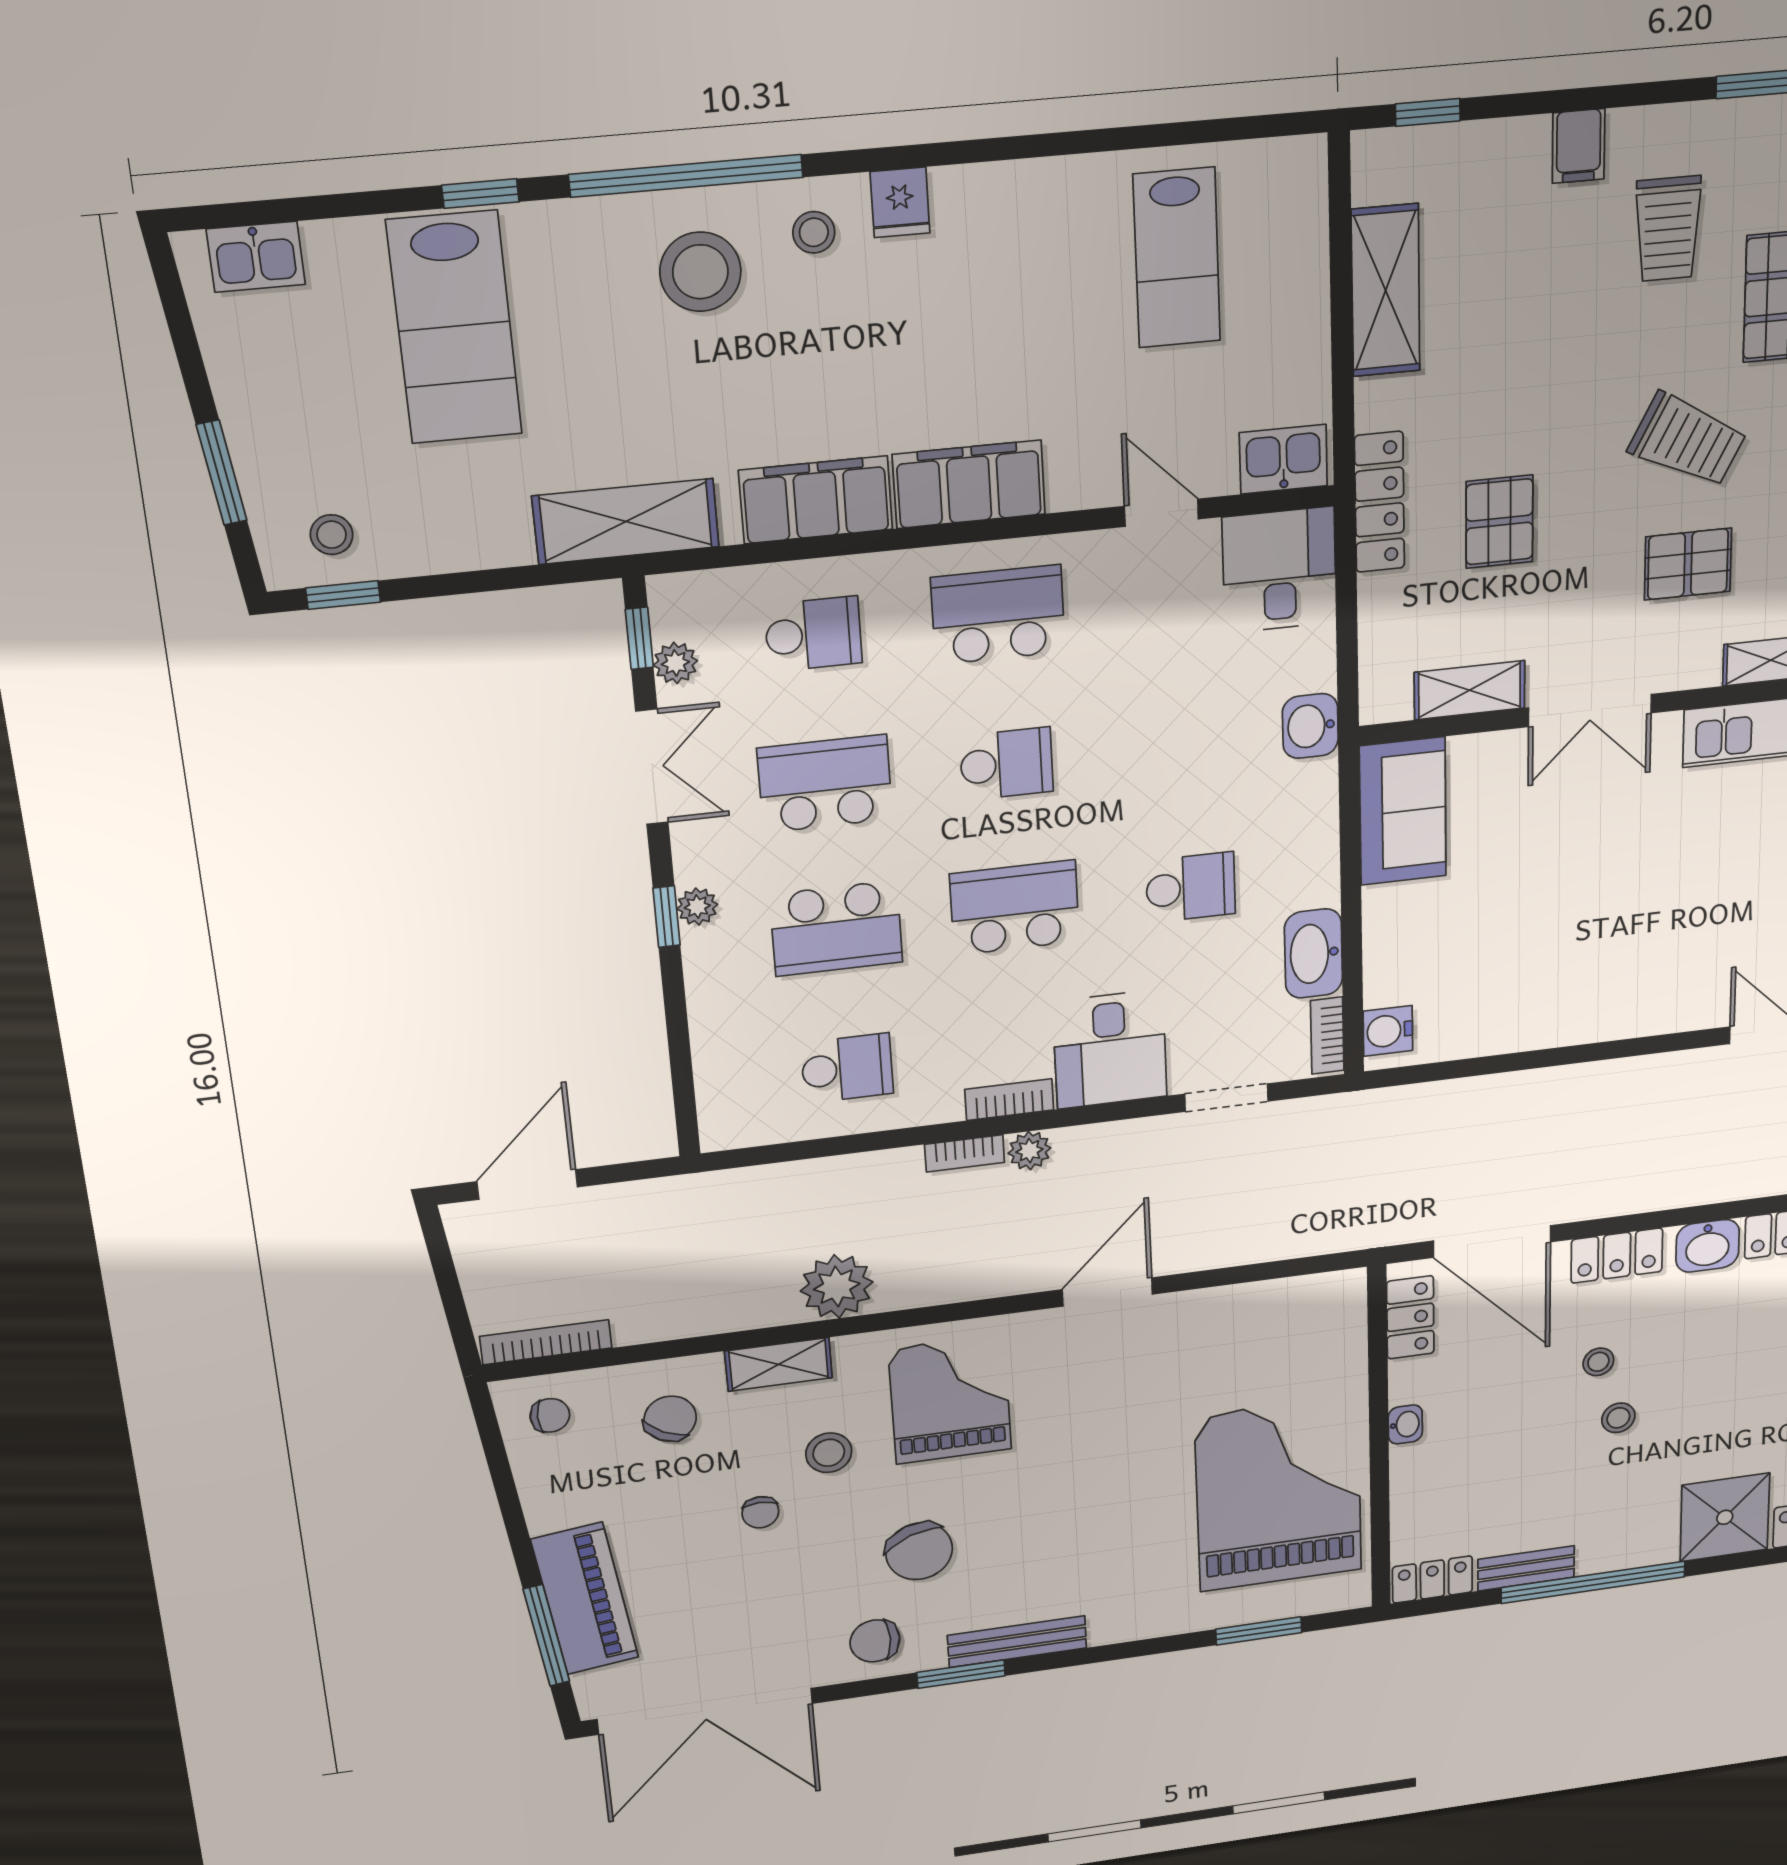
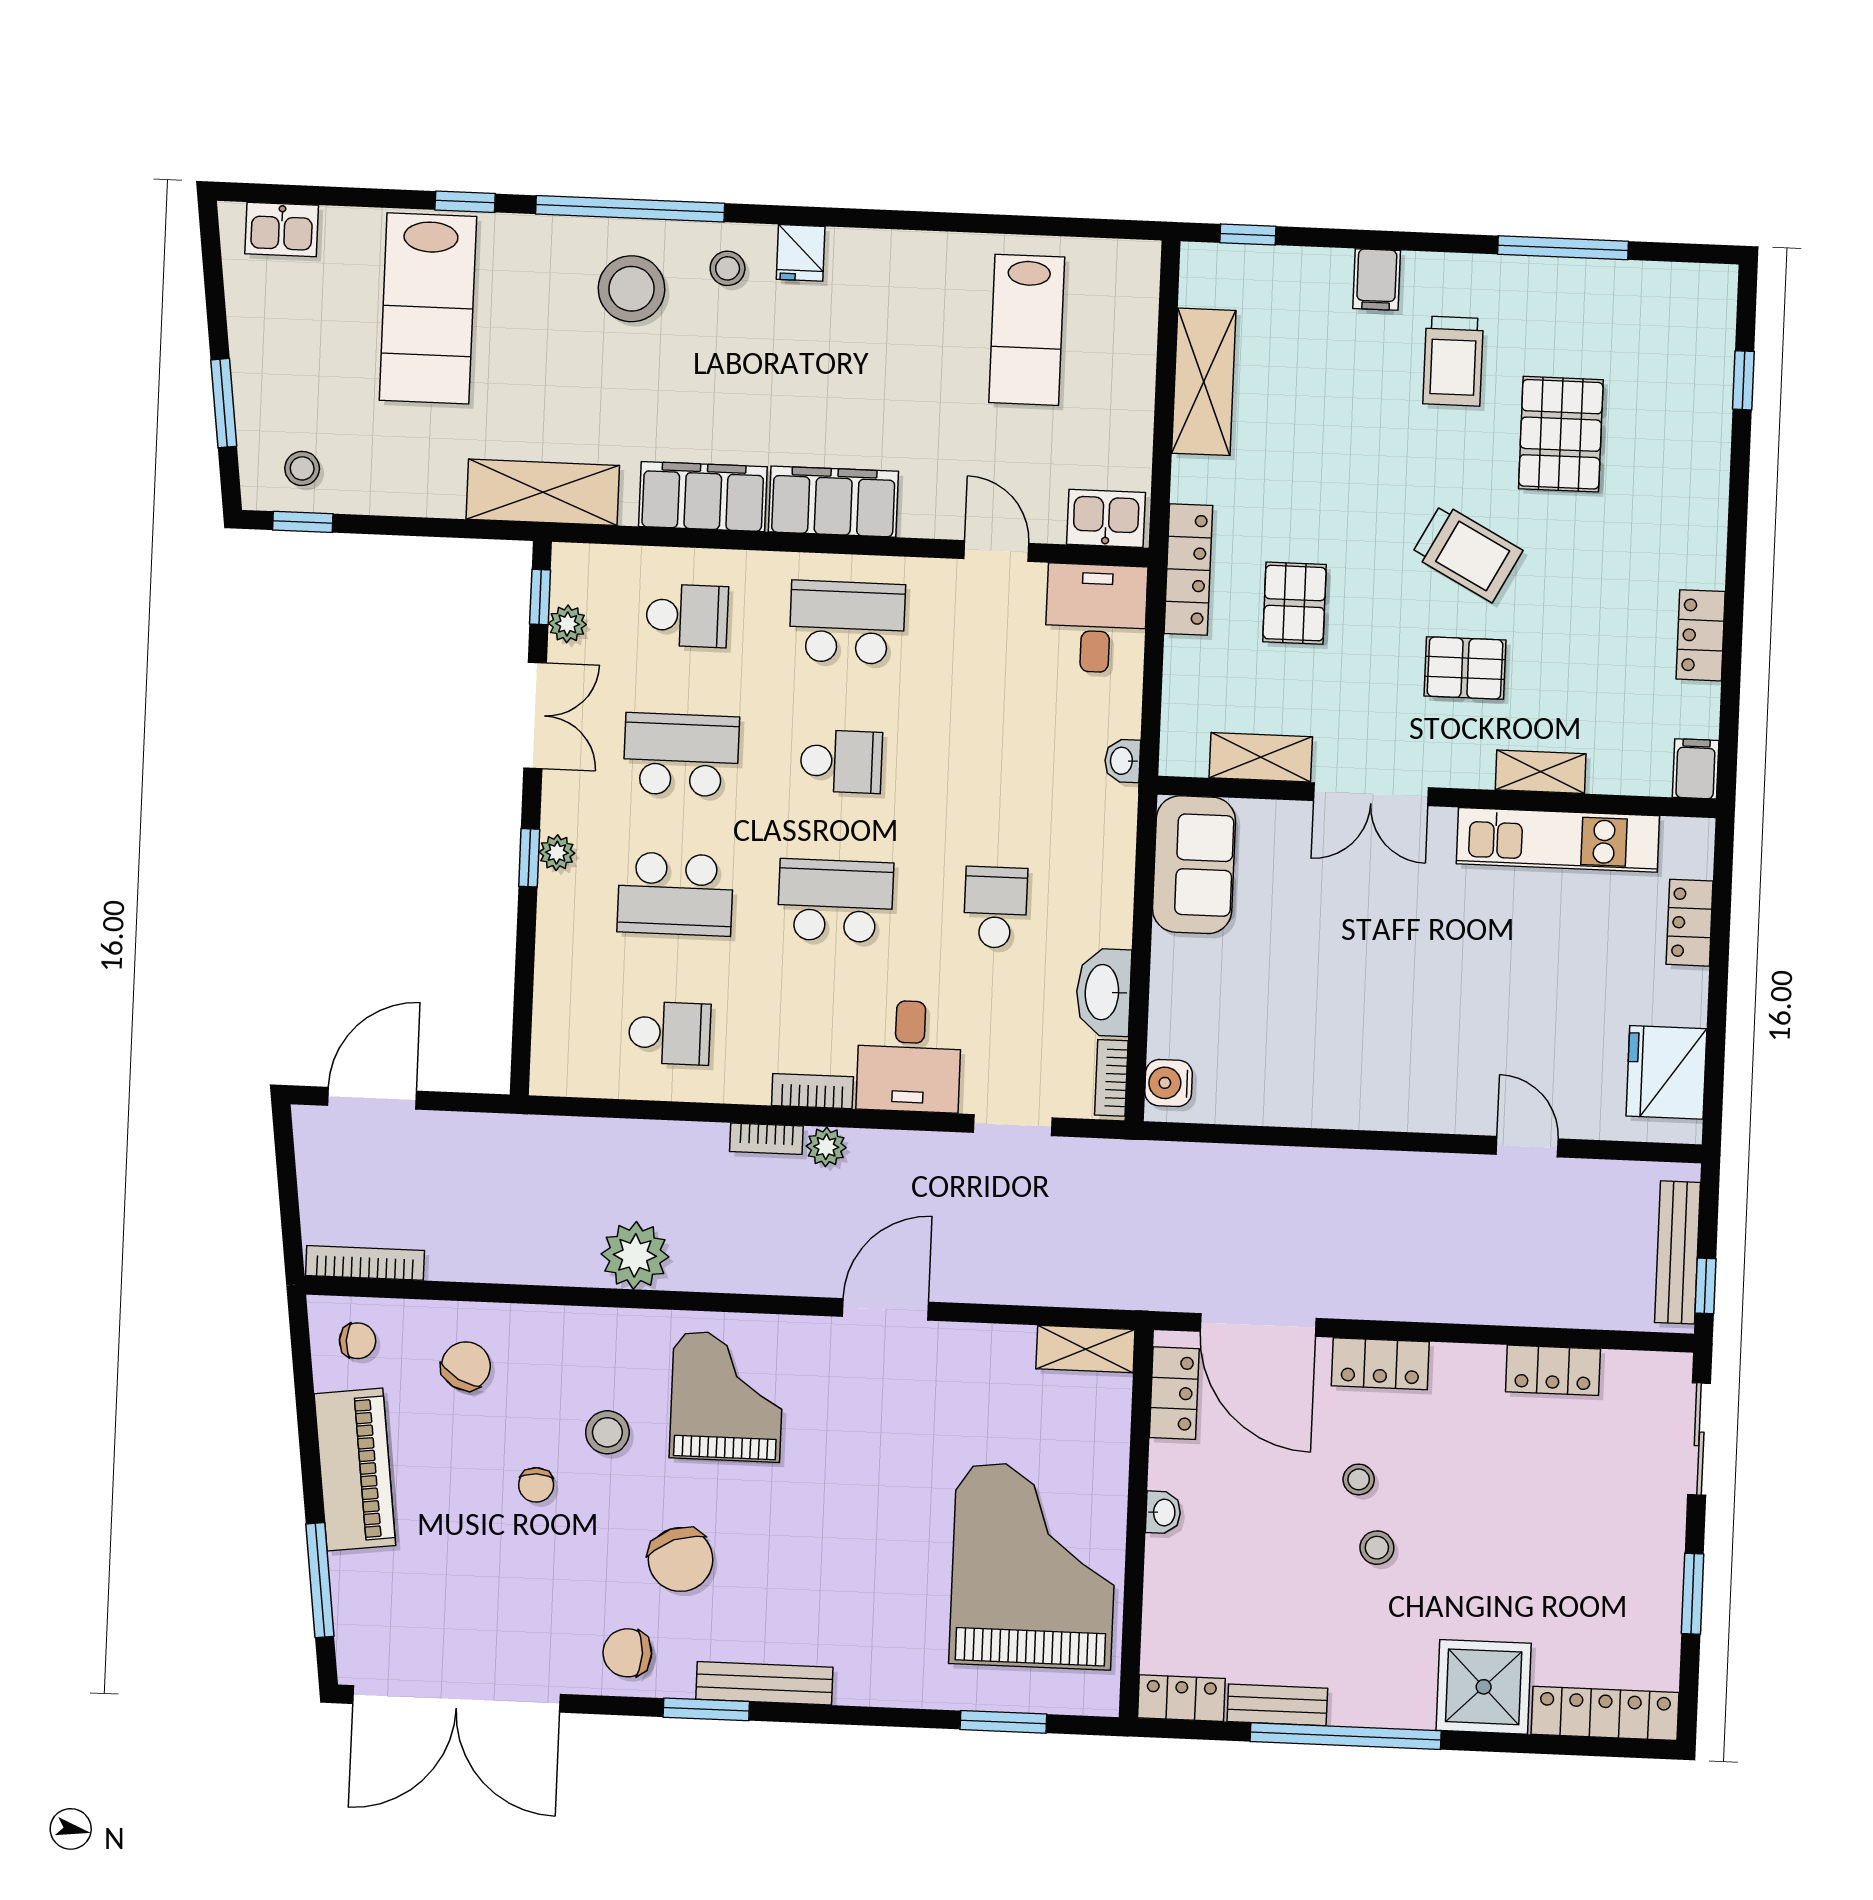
washbasin: (1310, 726) -> (1122, 761), width x0.72, depth x0.69
school desk: (1191, 887) -> (995, 907), turned -90
washbasin: (1708, 1246) -> (1471, 1370), removed
shelving: (779, 1364) -> (1085, 1349), moved
piano: (585, 1599) -> (355, 1470), moved

